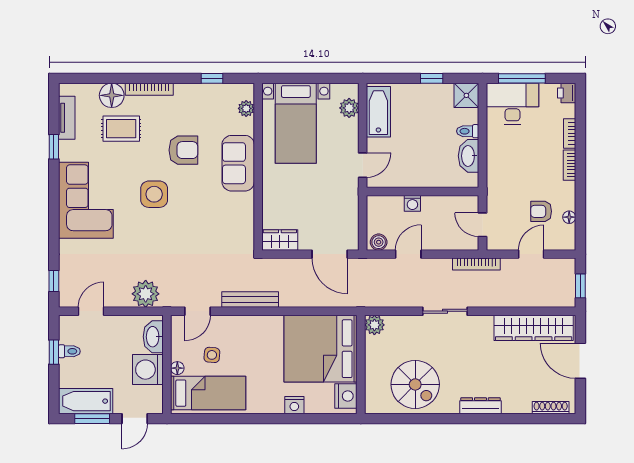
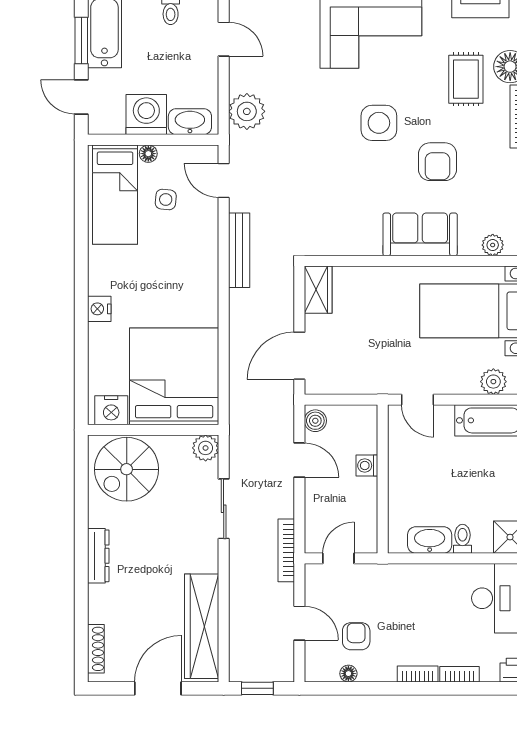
plant: (374, 325) -> (206, 448), moved
bed: (320, 349) -> (174, 376), moved
wall: (361, 364) -> (153, 430), moved
nightstand: (346, 396) -> (111, 410), moved

